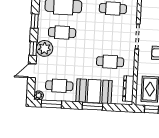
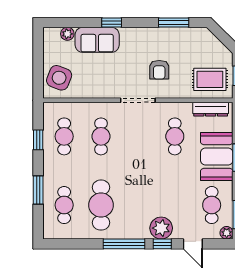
window: (35, 21) -> (124, 244), width x2.17
cafe table: (62, 33) -> (138, 205), removed

